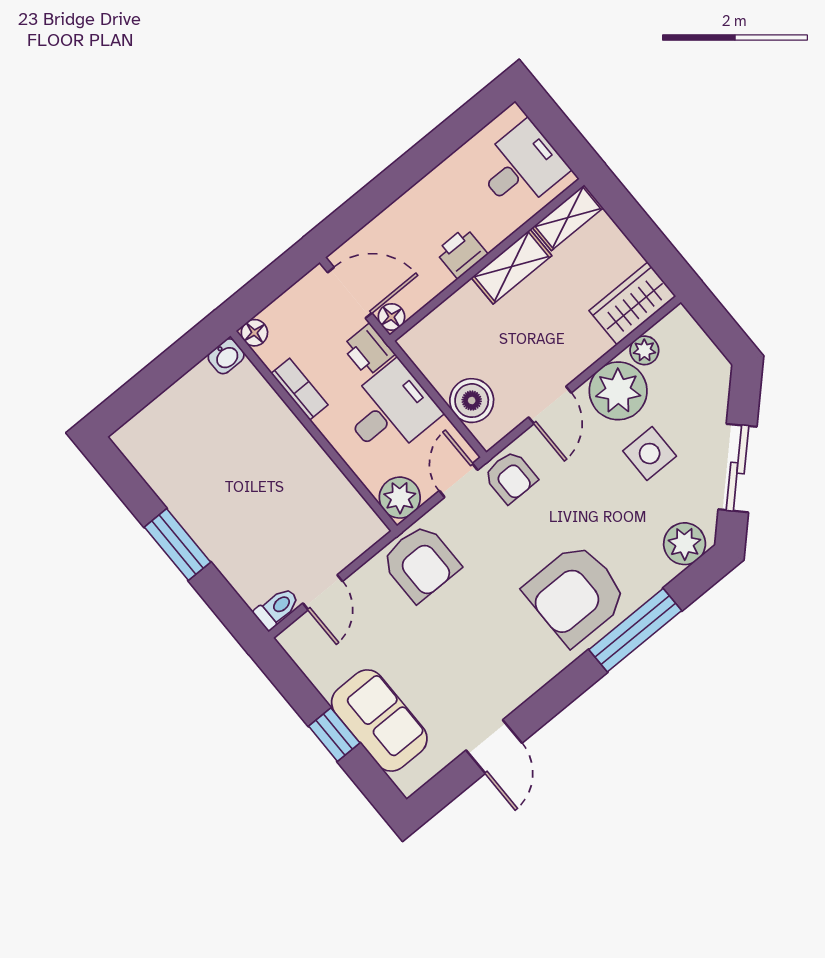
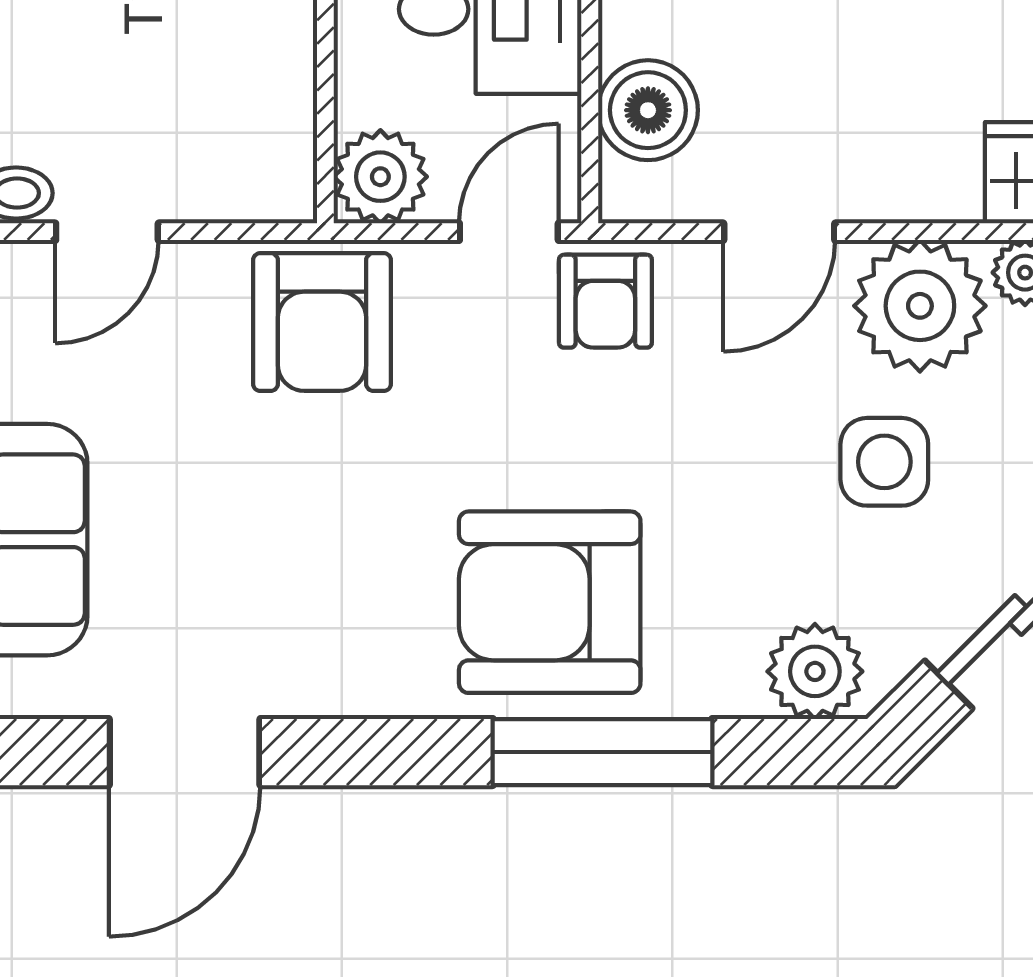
door: (494, 747) -> (185, 752), width x1.38

